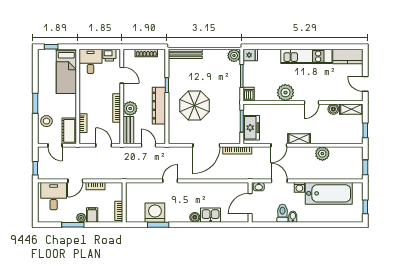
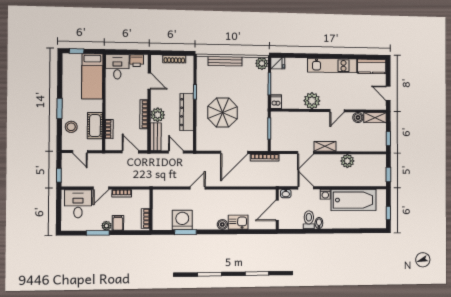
bench: (185, 54) -> (225, 61), moved
freezer: (251, 128) -> (279, 135), removed
cot: (69, 131) -> (95, 126), moved

